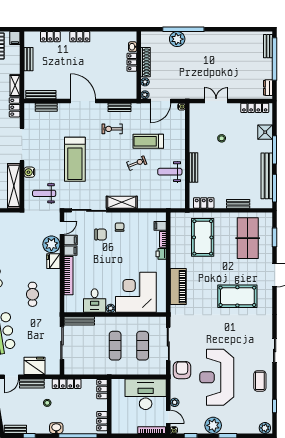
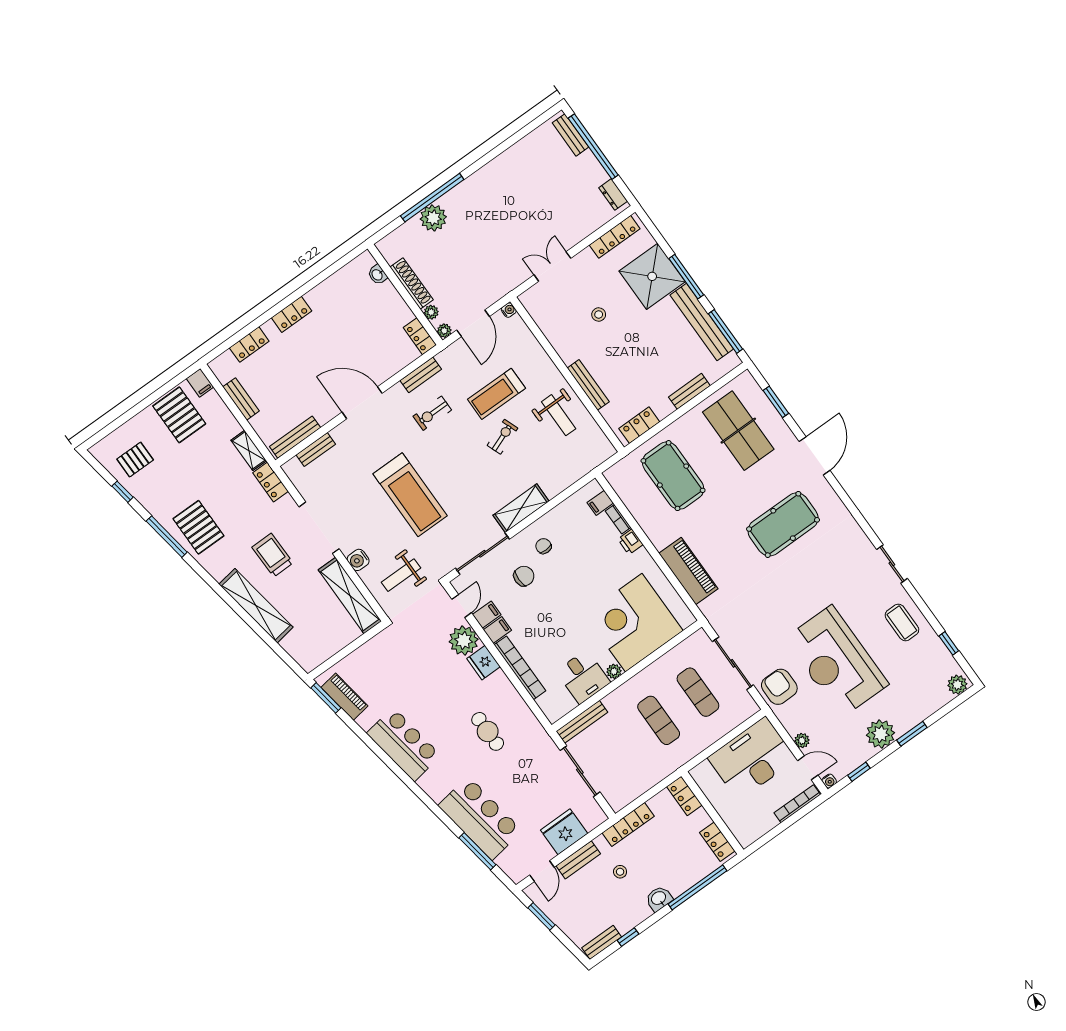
locker: (132, 62) -> (420, 336), moved
shower: (265, 132) -> (652, 276), width x1.86, depth x1.86
weight bench: (170, 172) -> (559, 415), turned -90

